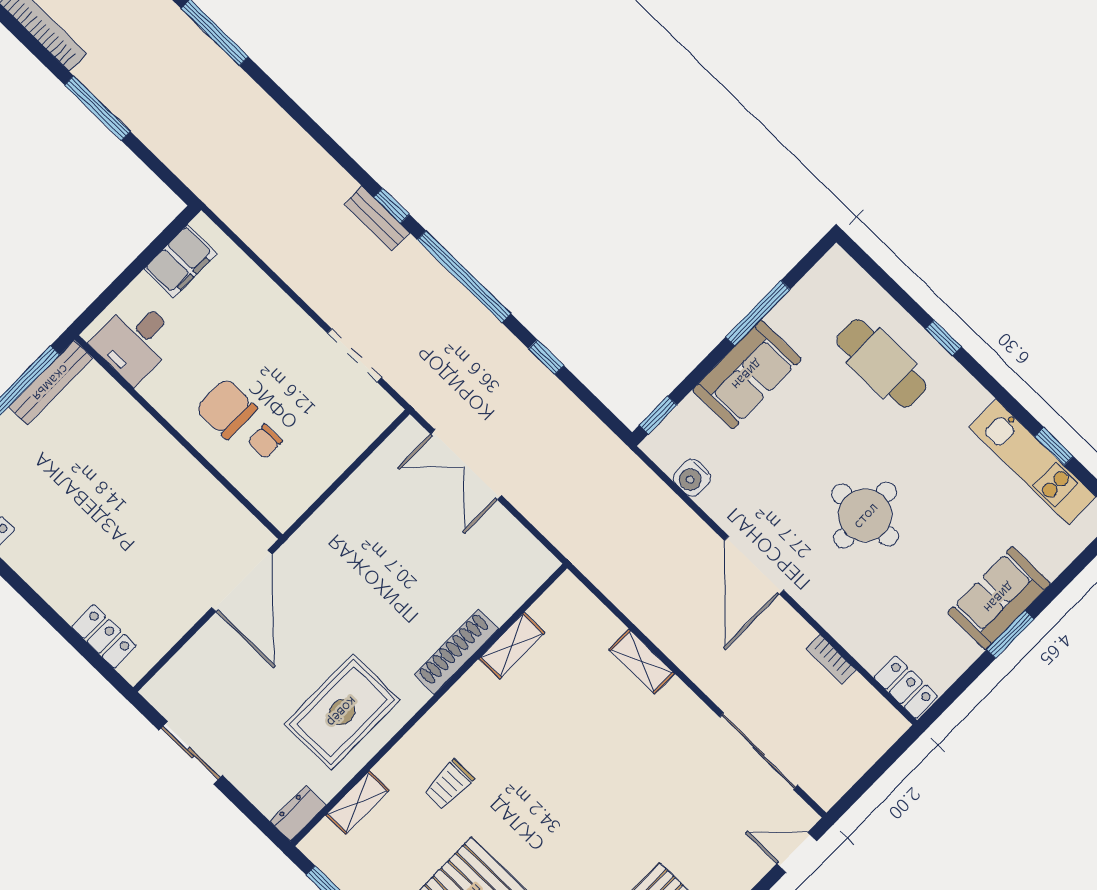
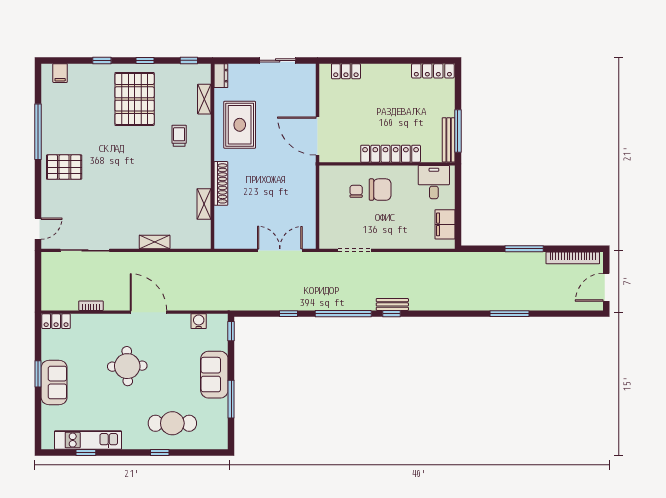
locker: (158, 447) -> (391, 154), added

